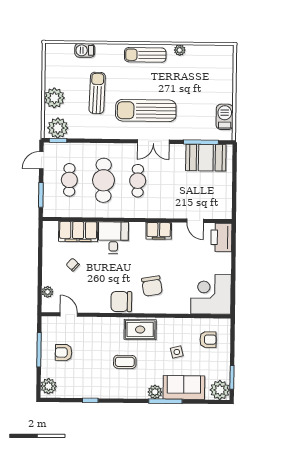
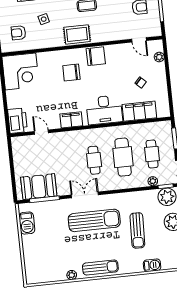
plant: (72, 148) -> (153, 181), added
desk: (113, 238) -> (104, 110), width x1.37
chair: (152, 286) -> (71, 72), turned -80

